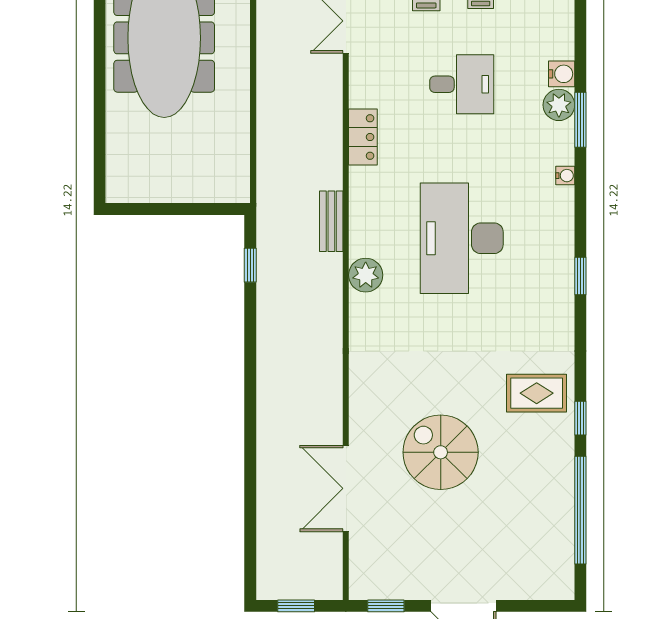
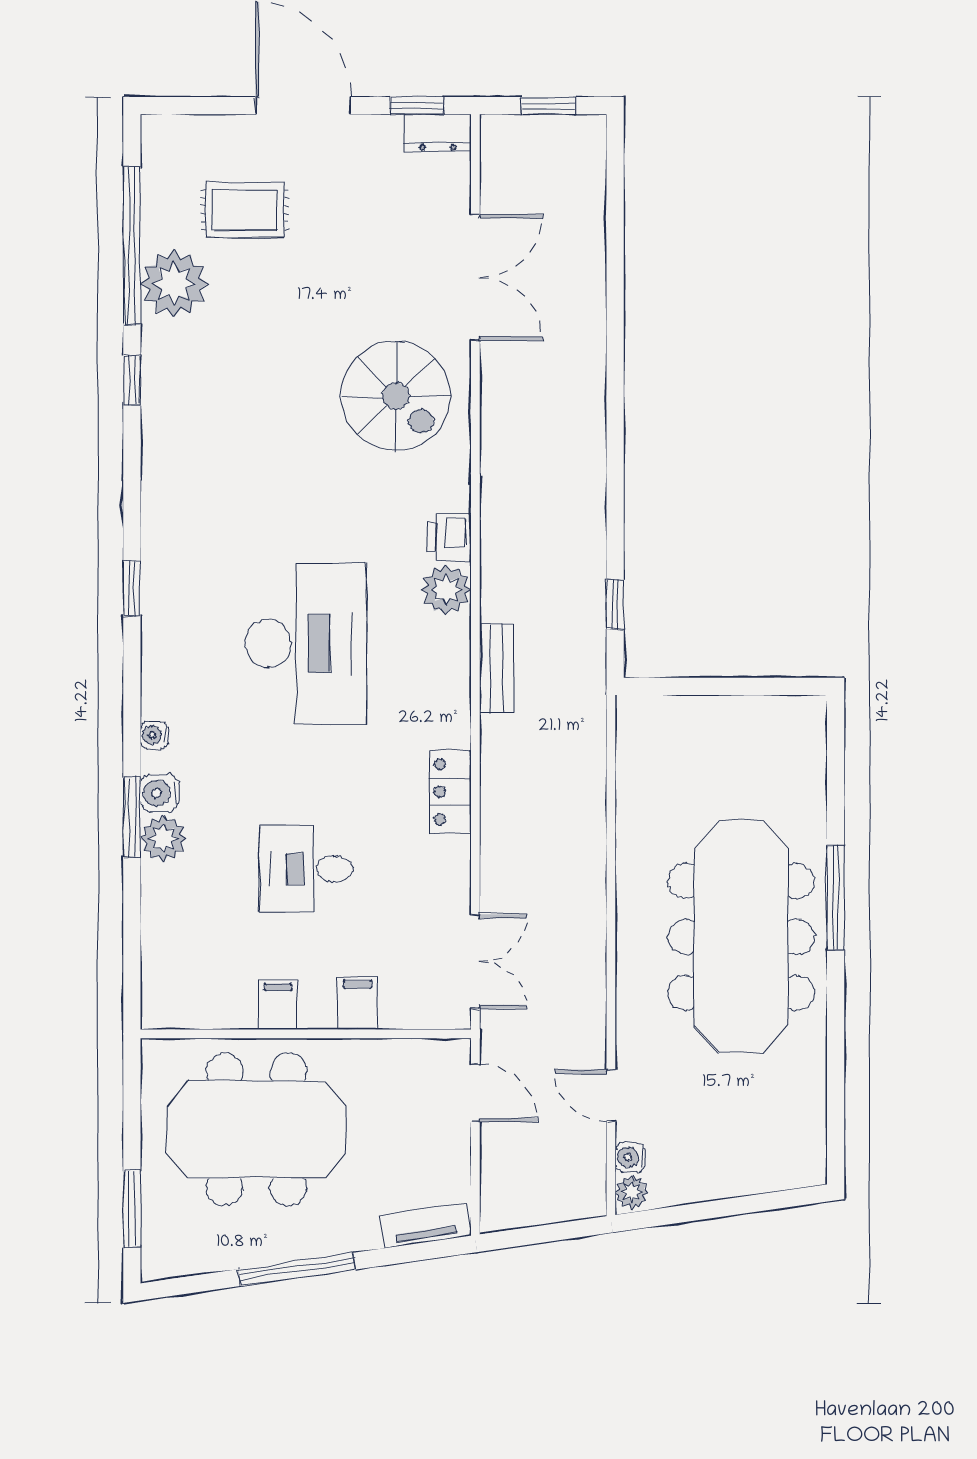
window: (100, 65) -> (836, 897), added
water cooler: (562, 74) -> (160, 793), moved
printer: (364, 311) -> (449, 537), added
rug: (537, 393) -> (245, 210), moved
spiral stairs: (441, 452) -> (396, 396), moved
plant: (552, 484) -> (174, 284), added
dresser: (371, 587) -> (438, 133), added

